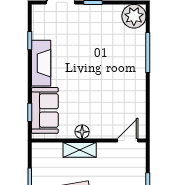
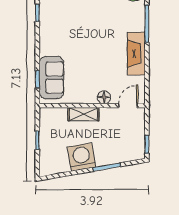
fireplace: (41, 63) -> (136, 54), moved, turned 180
floor lamp: (82, 132) -> (104, 97), moved

